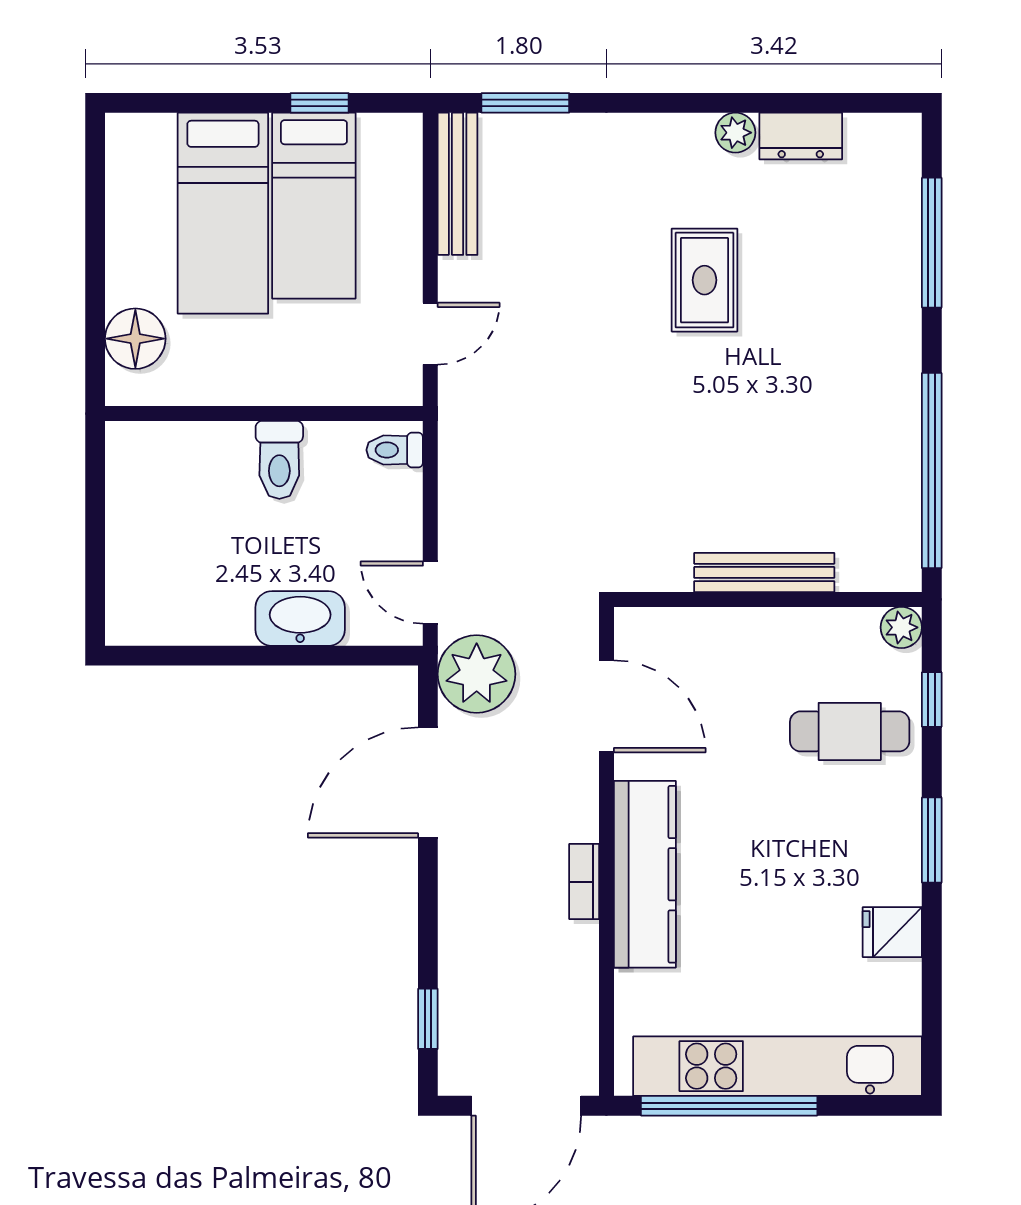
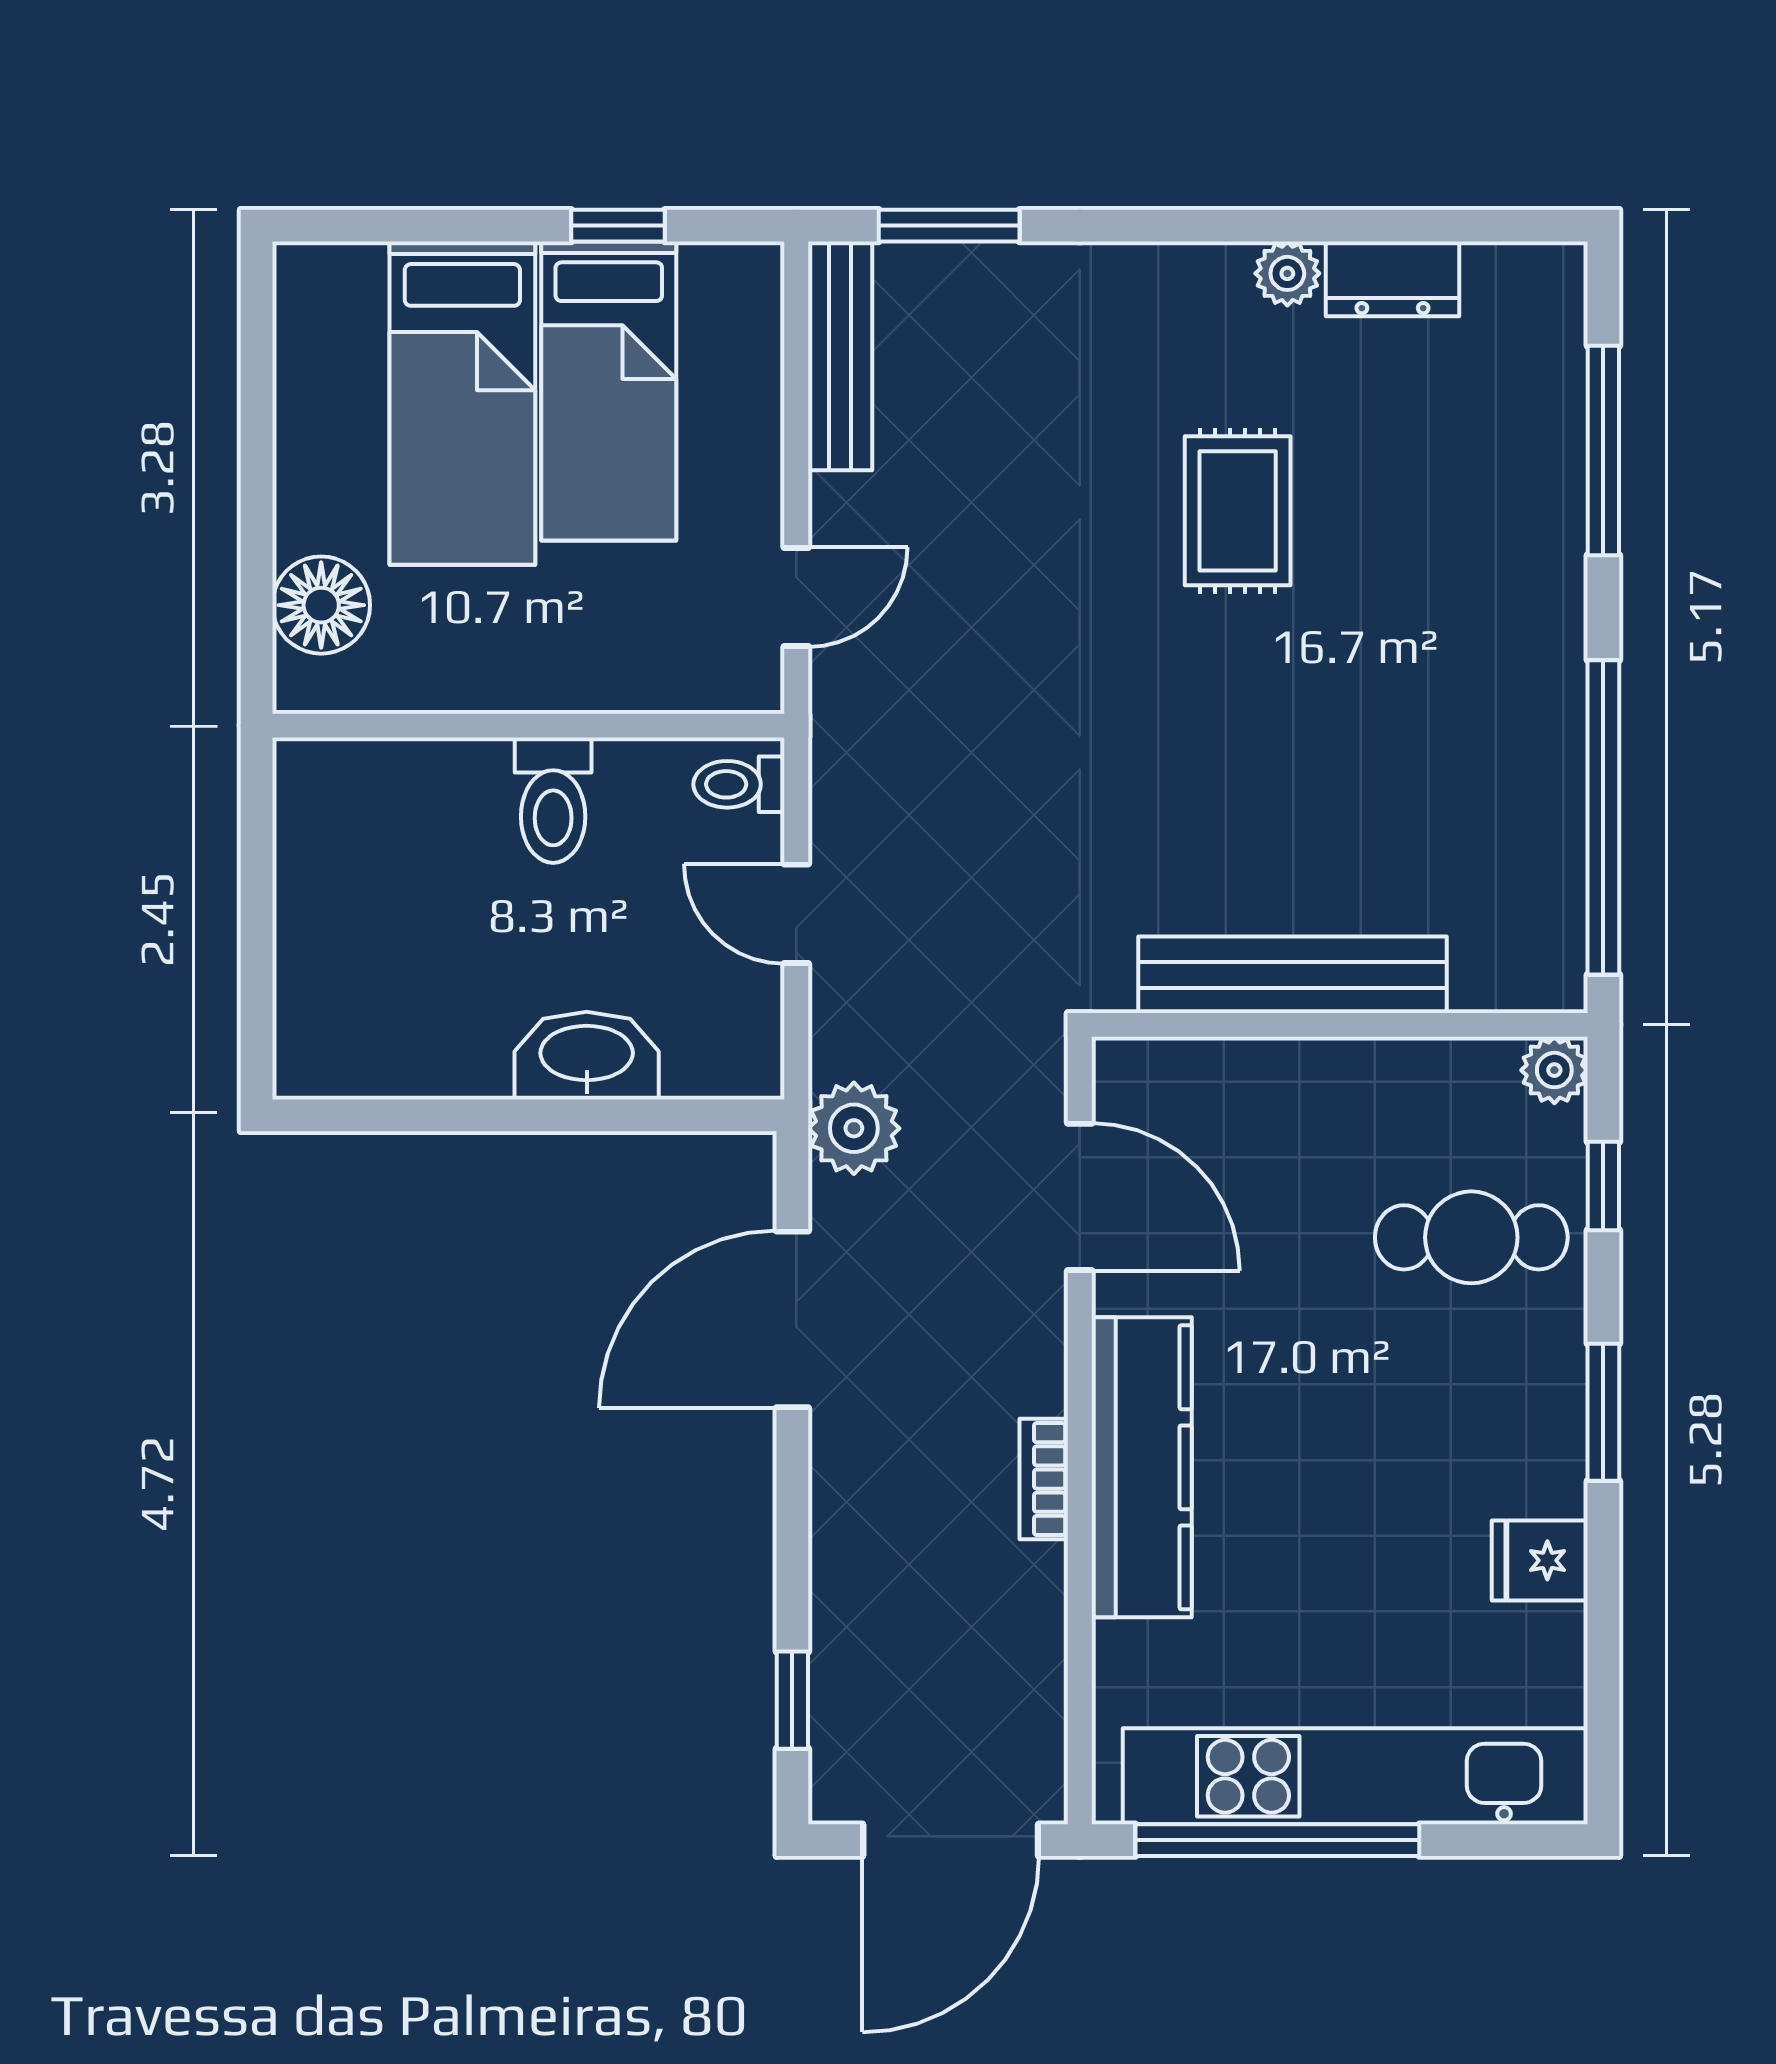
bench: (764, 572) -> (1292, 975), width x1.37, depth x1.21
door: (430, 593) -> (796, 914), moved
plant: (477, 674) -> (854, 1128), width x0.73, depth x0.73

